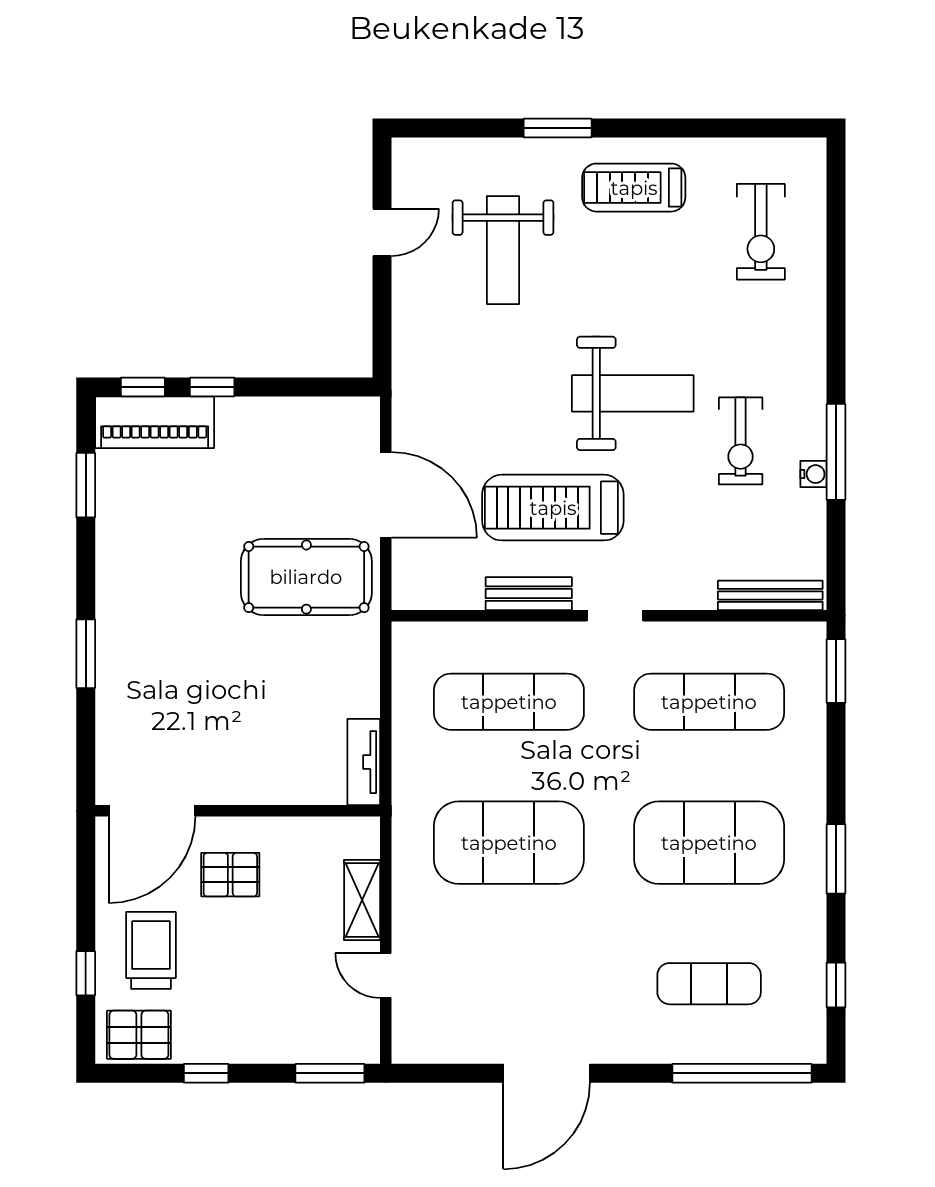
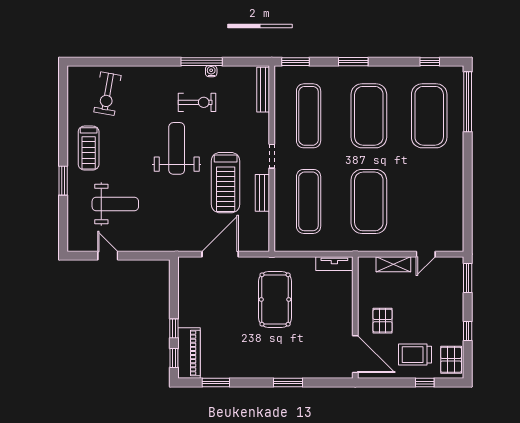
exercise bike: (761, 232) -> (107, 94), turned 100
pool table: (306, 577) -> (275, 299), moved
window: (836, 859) -> (353, 62), moved
exercise mat: (709, 984) -> (429, 116), width x2.00, depth x1.45
door: (547, 1073) -> (468, 185), removed

